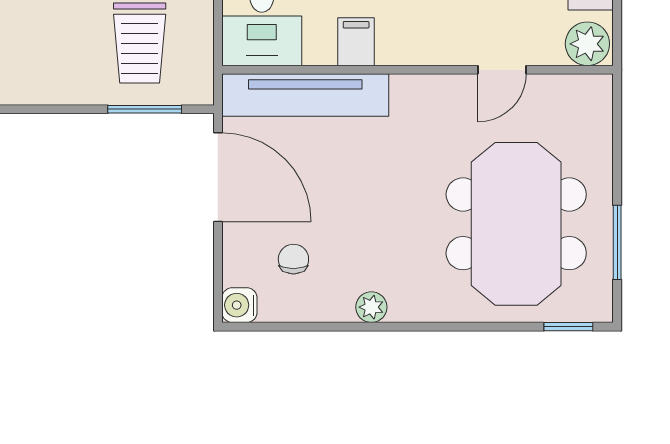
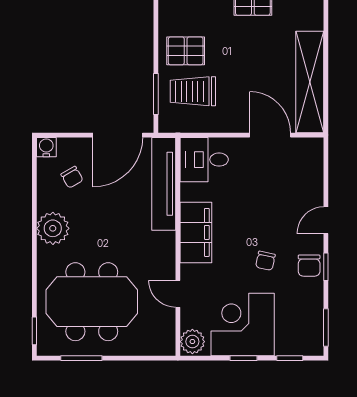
filing cabinet: (356, 42) -> (196, 232), width x3.00, depth x1.17
pallet: (67, 56) -> (186, 51), added
chair: (293, 259) -> (72, 177), turned 60
plant: (371, 307) -> (53, 228), width x1.87, depth x1.87

